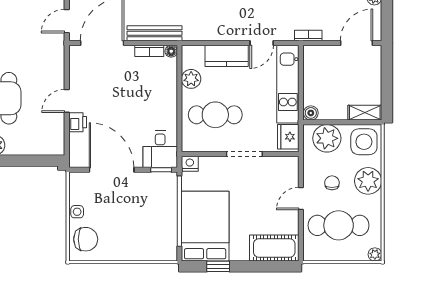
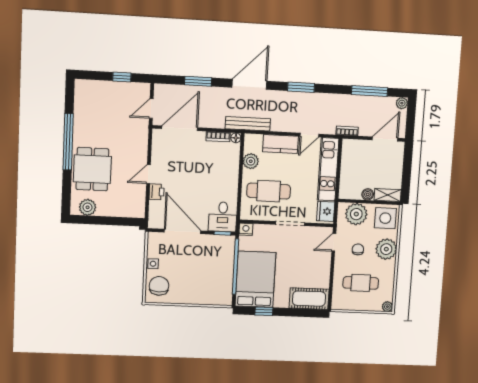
bench: (155, 33) -> (248, 124), moved
boiler: (311, 113) -> (368, 194), moved
door: (301, 199) -> (334, 242), moved
cafe table: (339, 225) -> (361, 283), width x0.73, depth x0.74
chair: (86, 239) -> (159, 286), turned -90

